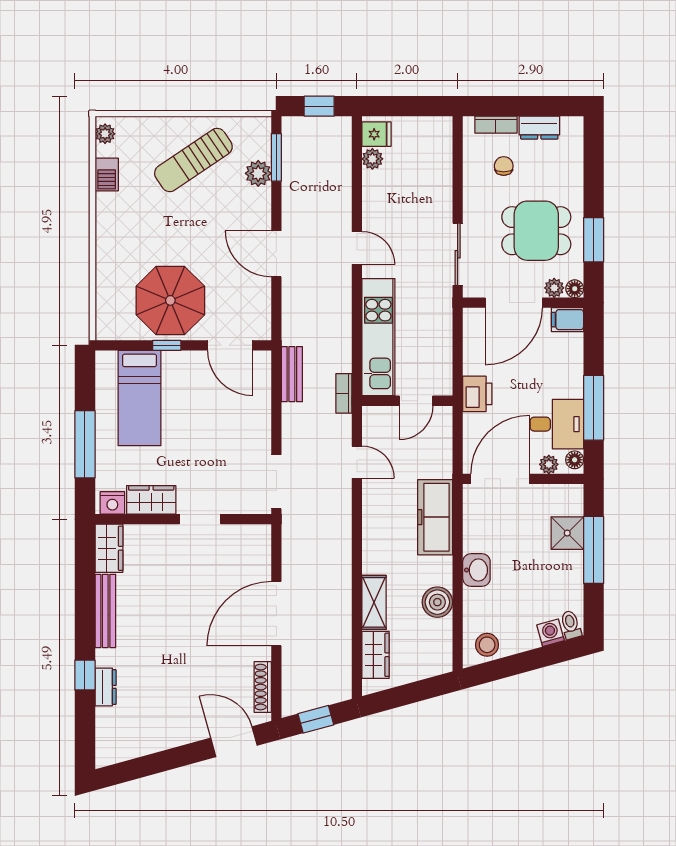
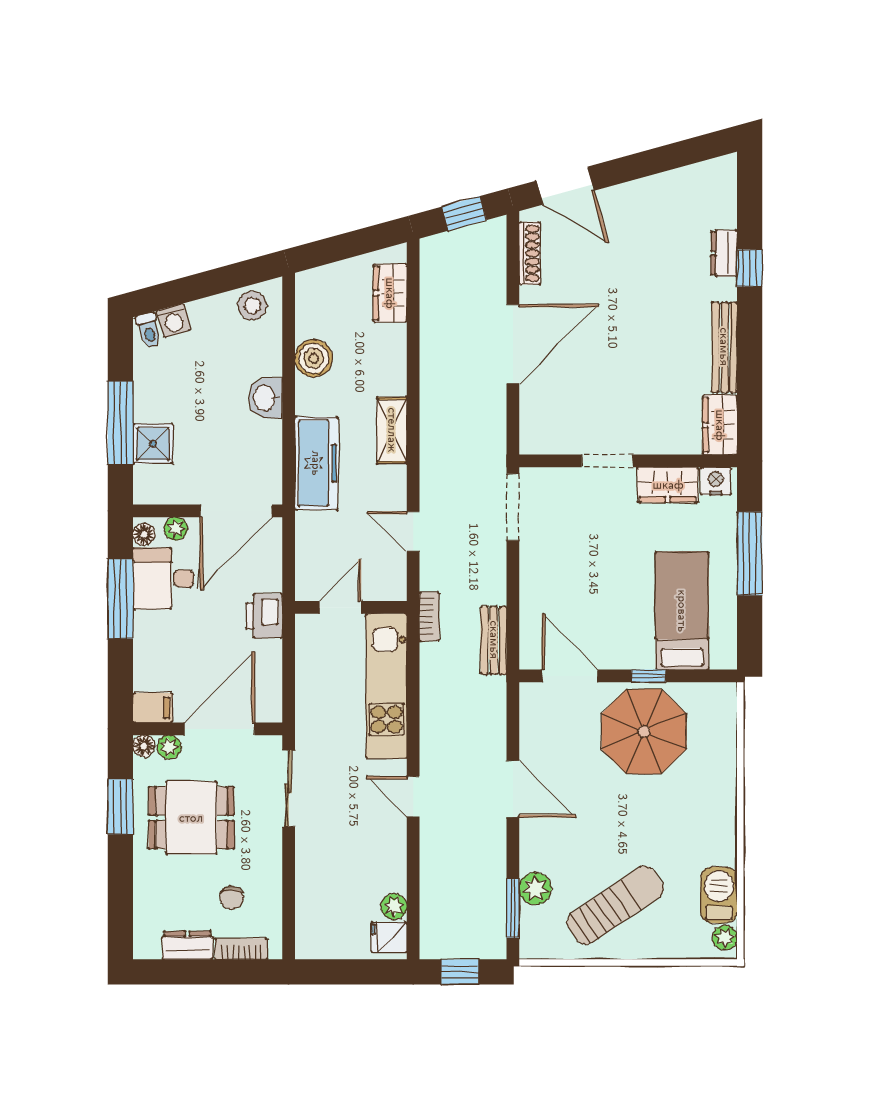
barbecue: (107, 174) -> (719, 895), width x1.38, depth x1.27
shelving: (374, 602) -> (392, 430), moved

